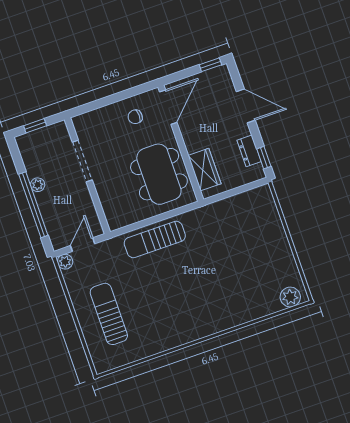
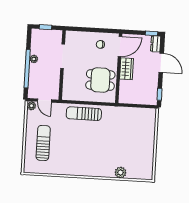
dresser: (249, 151) -> (156, 44), moved
wardrobe: (204, 170) -> (127, 69), moved
dining table: (159, 174) -> (100, 80), width x0.73
door: (83, 245) -> (44, 101), swing flipped
plant: (290, 297) -> (120, 172), moved

